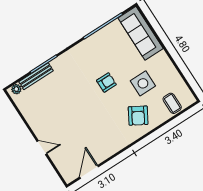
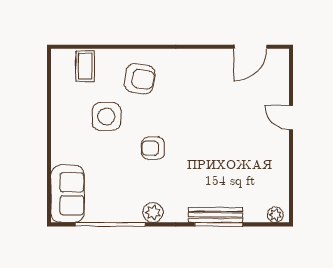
sofa: (141, 33) -> (68, 194), width x0.73
plant: (84, 47) -> (153, 213), added
bench: (36, 76) -> (216, 215), moved
armchair: (138, 116) -> (140, 79), turned 69

